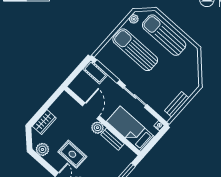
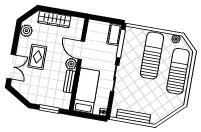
bench: (177, 104) -> (133, 116), width x1.36
door: (91, 111) -> (81, 50), swing flipped
wardrobe: (44, 122) -> (54, 19), width x1.50

